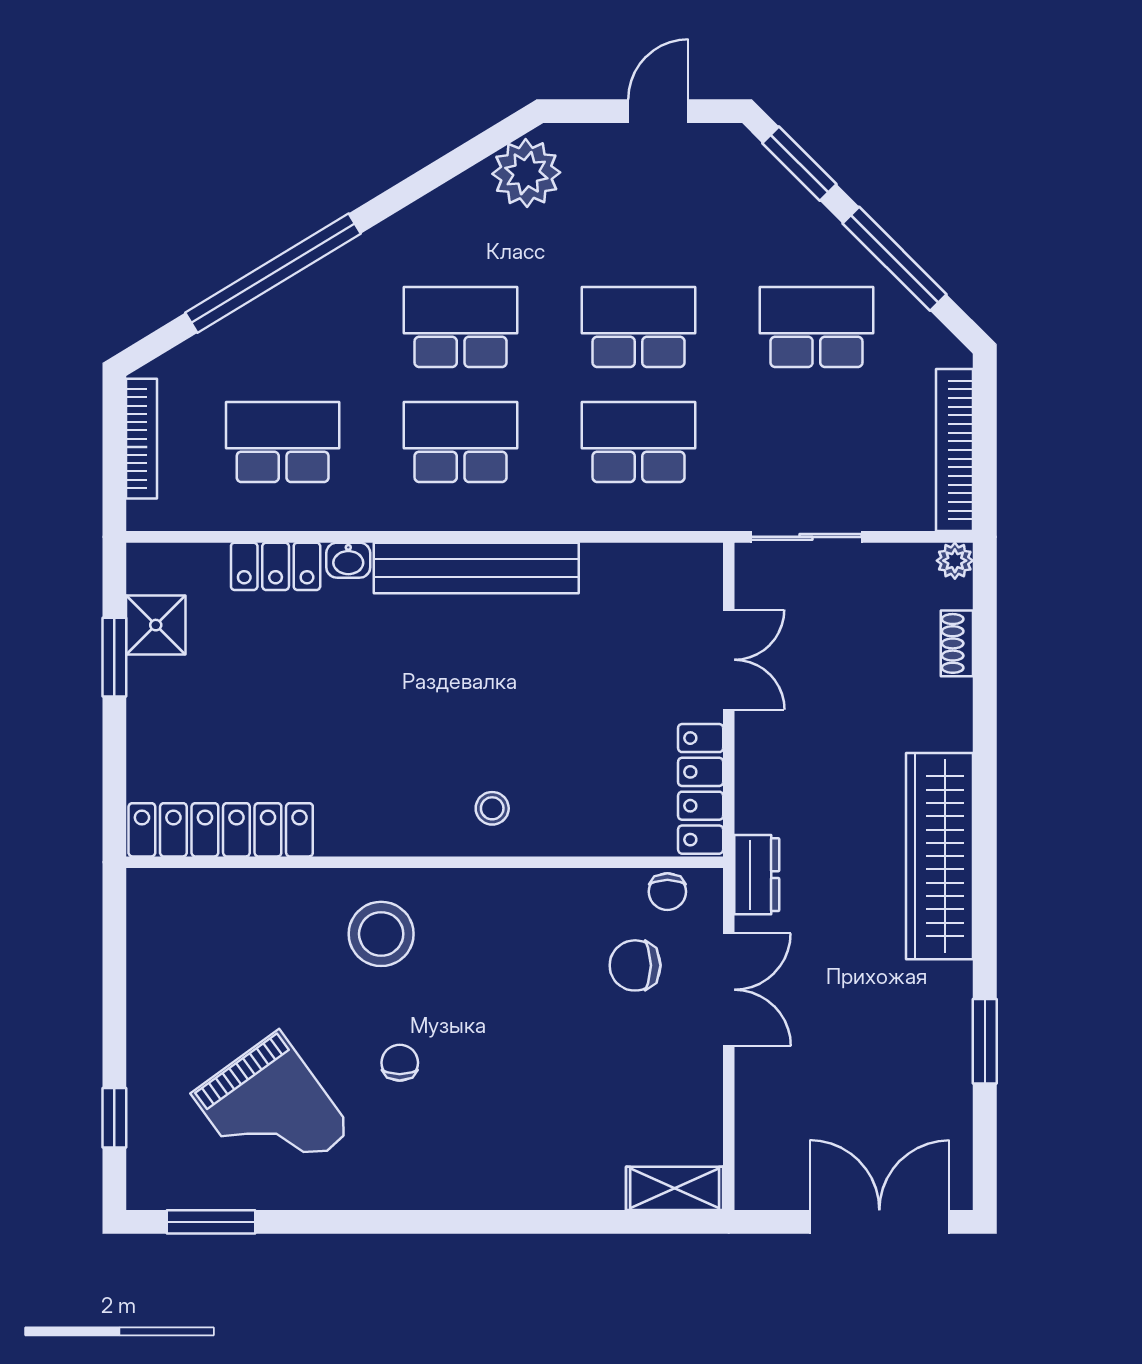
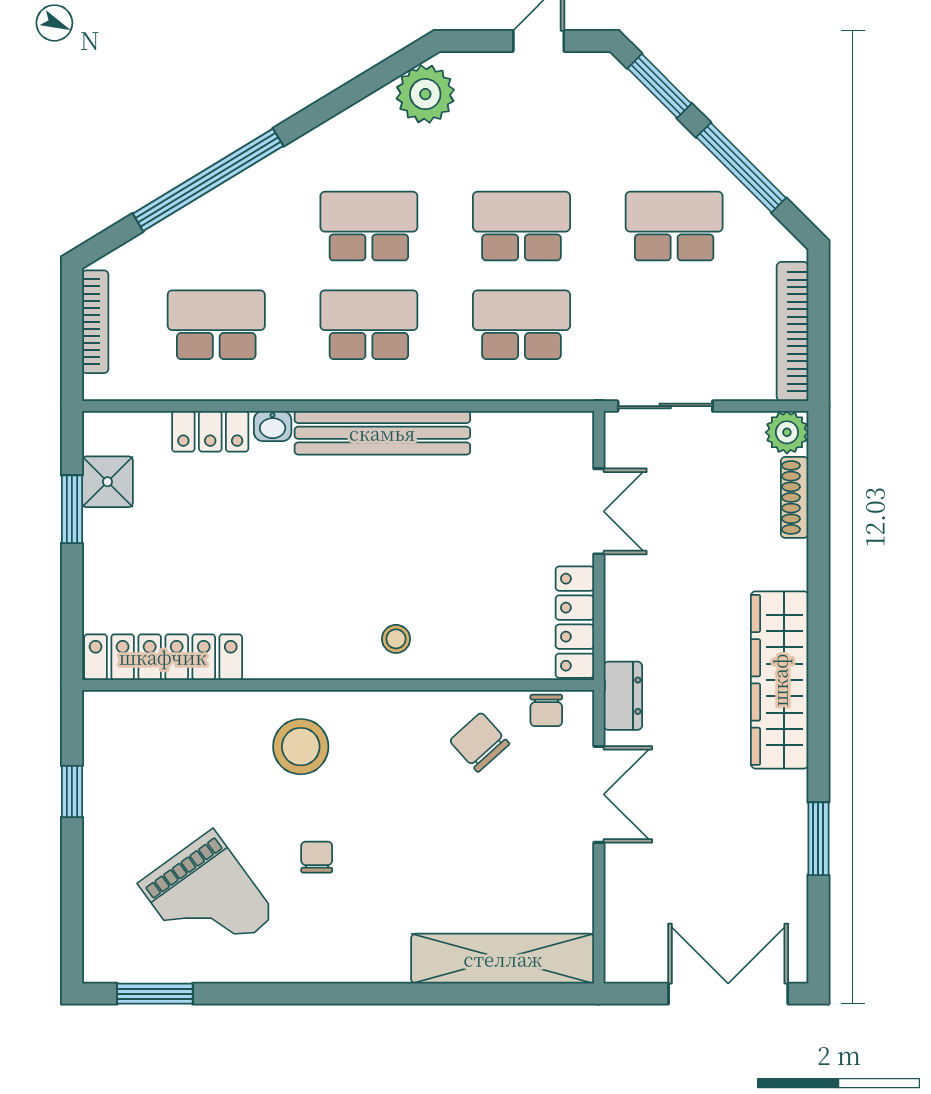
plant: (955, 561) -> (787, 432), width x1.38, depth x1.38
shoe rack: (957, 643) -> (795, 497), width x1.43
chair: (635, 965) -> (480, 742), moved, turned 48
window: (114, 1118) -> (72, 791), moved
shelving: (675, 1188) -> (503, 959), width x2.20, depth x1.33

